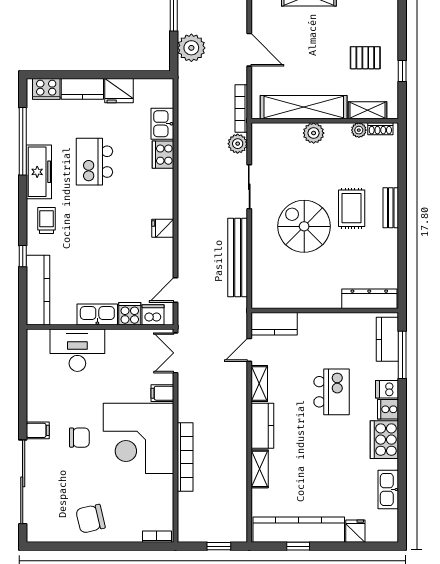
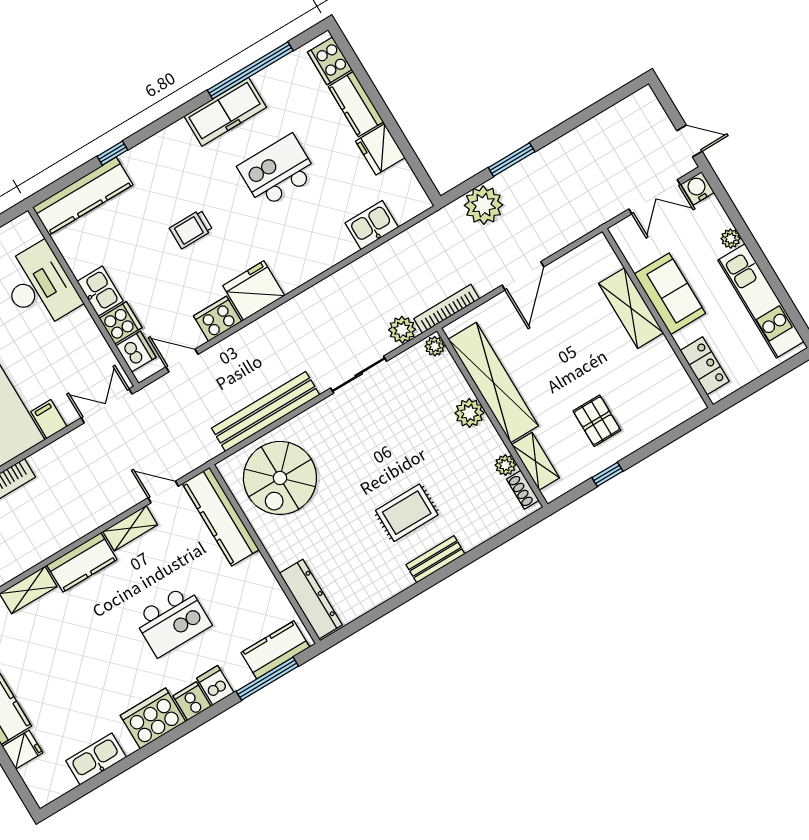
plant: (260, 130) -> (435, 346), added
cooker: (163, 155) -> (218, 319), moved
trolley: (47, 221) -> (191, 229), moved, turned 180
spiral stairs: (304, 226) -> (280, 478), moved, turned 180
fridge: (163, 228) -> (254, 291), width x1.88, depth x1.34
kitchen sink: (97, 315) -> (100, 291), width x0.73
kitchen counter: (274, 324) -> (221, 517), width x1.50

